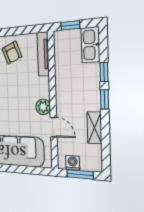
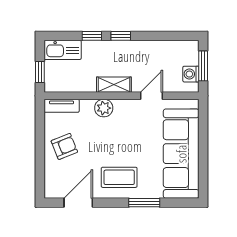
tv unit: (43, 54) -> (62, 106), width x0.71
plant: (43, 107) -> (104, 108), moved
shelving: (94, 128) -> (114, 85), moved

